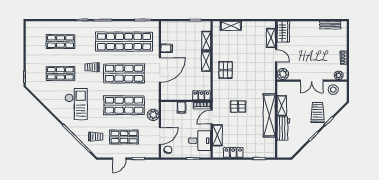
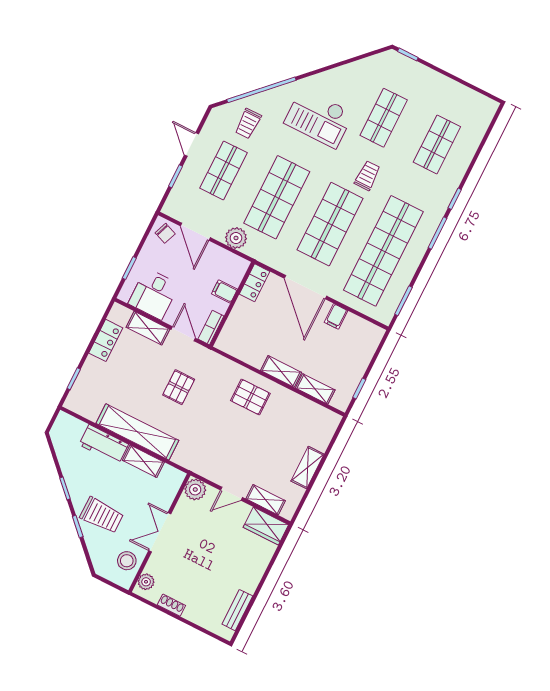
shelving: (231, 26) -> (308, 468), moved
locker: (201, 95) -> (255, 283), moved

